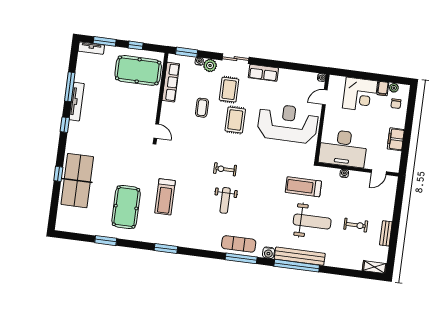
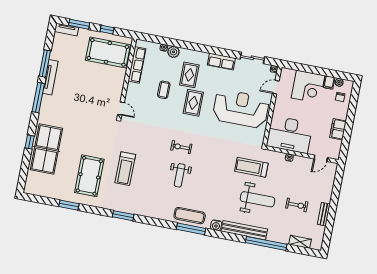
window: (187, 52) -> (153, 39), removed
sliding door: (235, 59) -> (252, 58), moved
window: (65, 125) -> (38, 98), width x2.17
window: (297, 266) -> (266, 243), moved
shelving: (375, 267) -> (300, 242), moved

